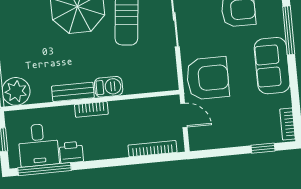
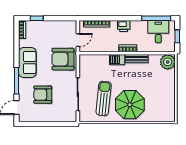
door: (184, 115) -> (78, 40), swing flipped
printer: (71, 152) -> (124, 26), moved

